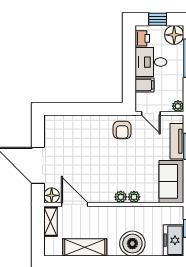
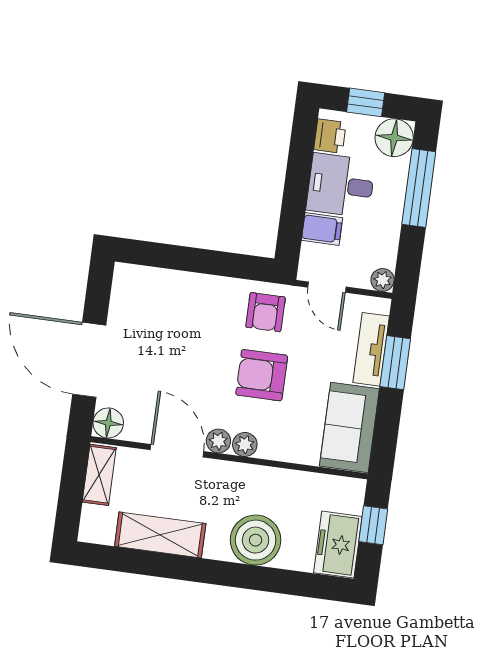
armchair: (124, 161) -> (262, 375), added
plant: (134, 197) -> (218, 441), moved
door: (75, 204) -> (177, 451), moved

